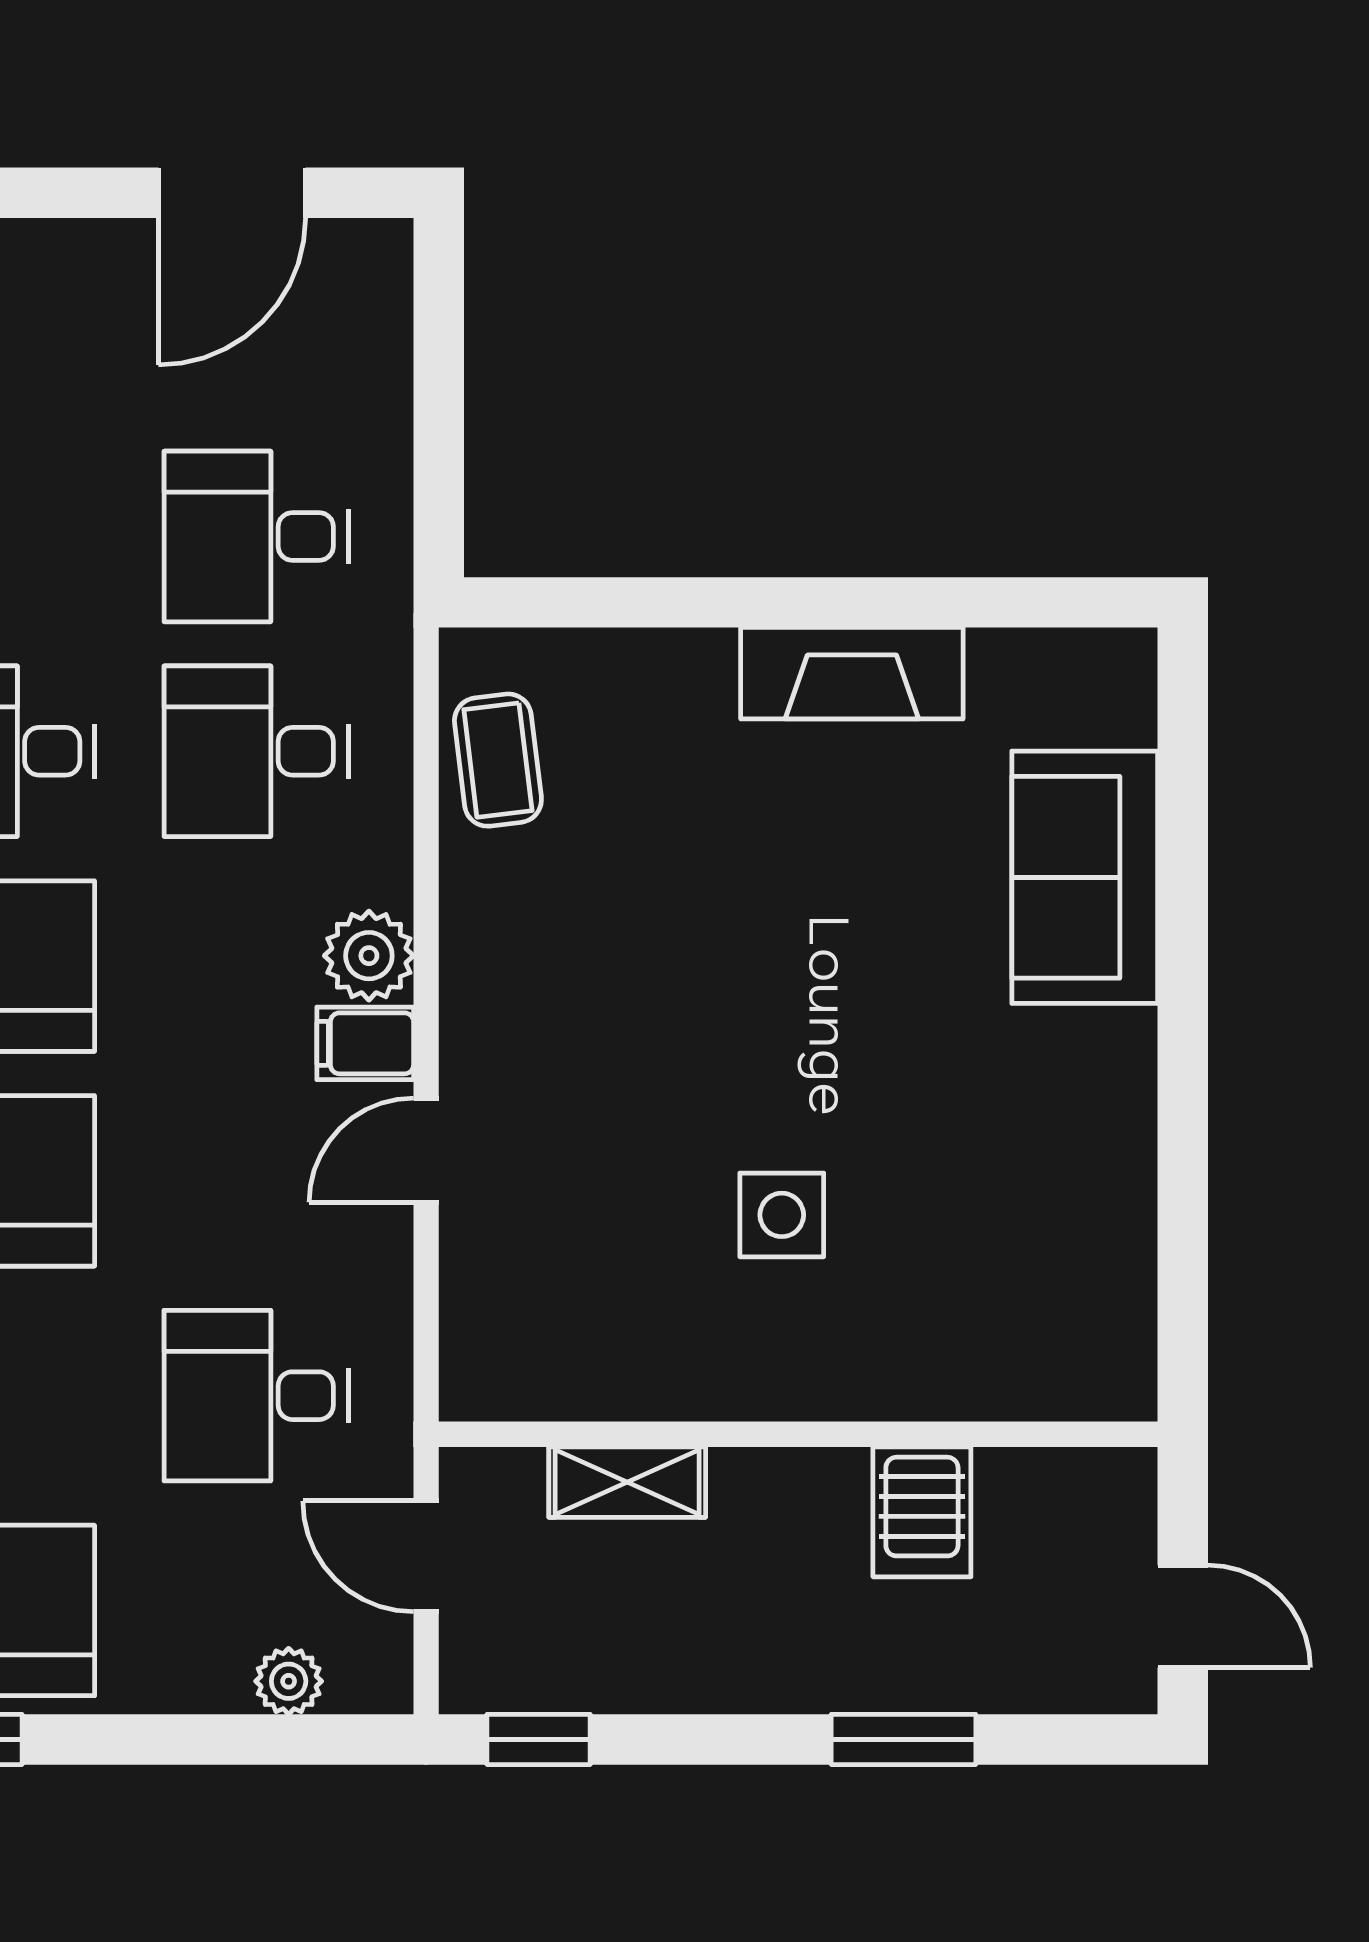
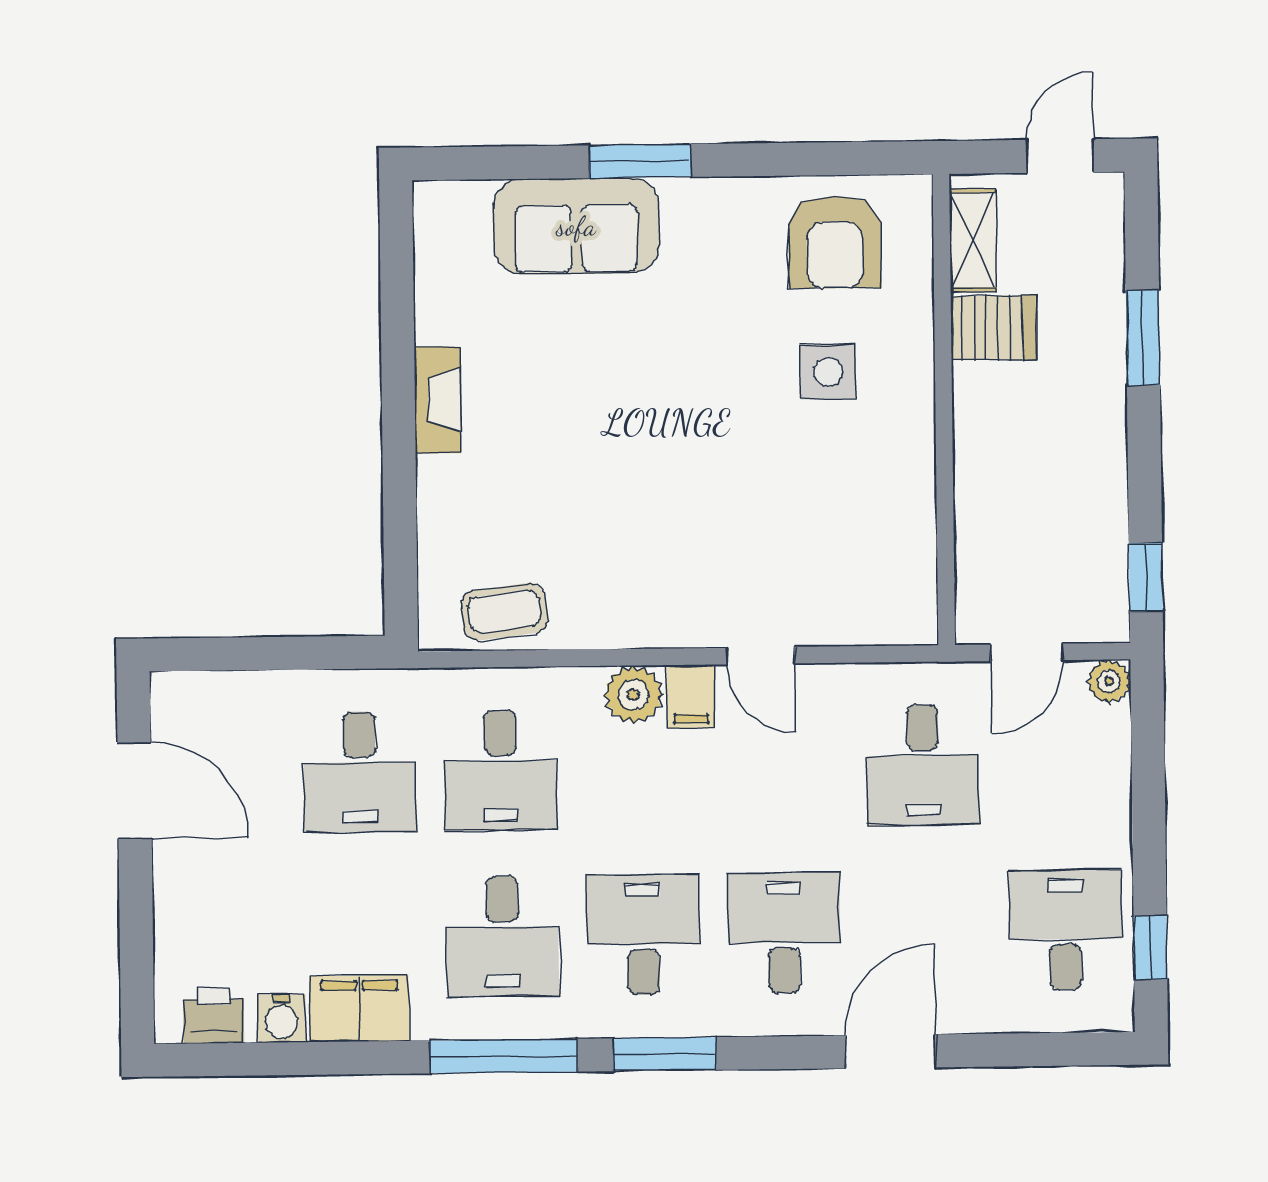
fireplace: (852, 673) -> (437, 400), width x0.73, depth x0.76
window: (1183, 975) -> (640, 161), added
side table: (782, 1215) -> (828, 372), moved
armchair: (1056, 1271) -> (835, 242), added
shelving: (627, 1482) -> (973, 240), moved
plant: (289, 1681) -> (1109, 681), moved

